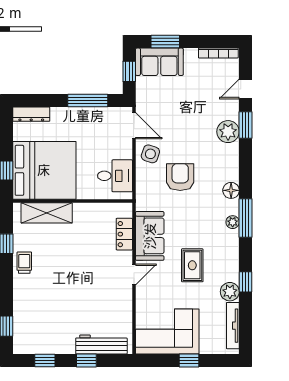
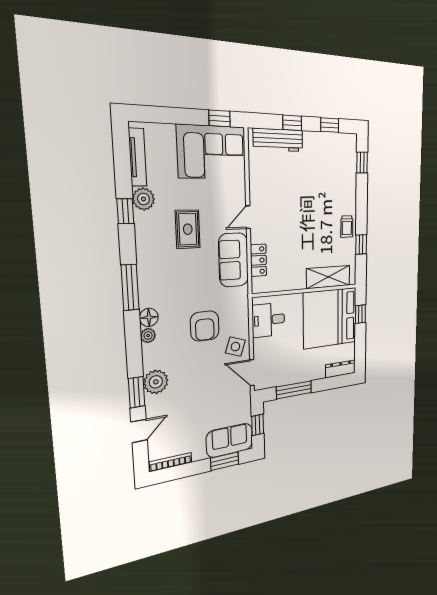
plant: (233, 222) -> (148, 336), moved
window: (189, 360) -> (219, 118), moved

